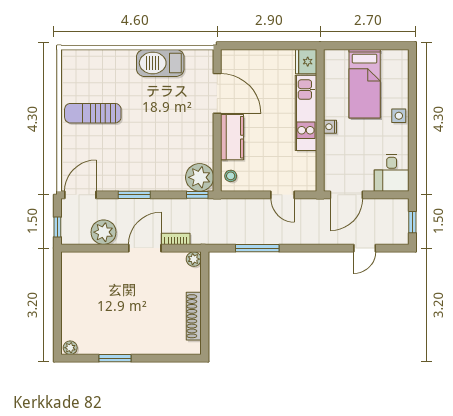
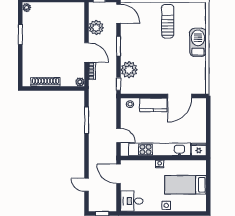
barbecue: (160, 63) -> (198, 42), moved
kitchen unit: (306, 113) -> (160, 149), width x1.36
plant: (200, 177) -> (129, 70), moved
door: (283, 195) -> (119, 135), swing flipped

